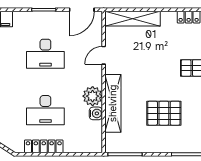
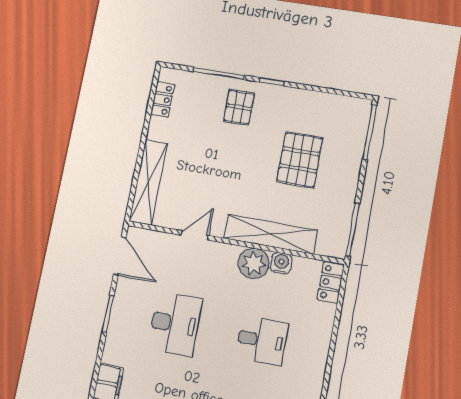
door: (104, 55) -> (195, 235), swing flipped
desk: (45, 110) -> (262, 340), width x0.73
locker: (44, 146) -> (331, 282), moved, width x0.66

